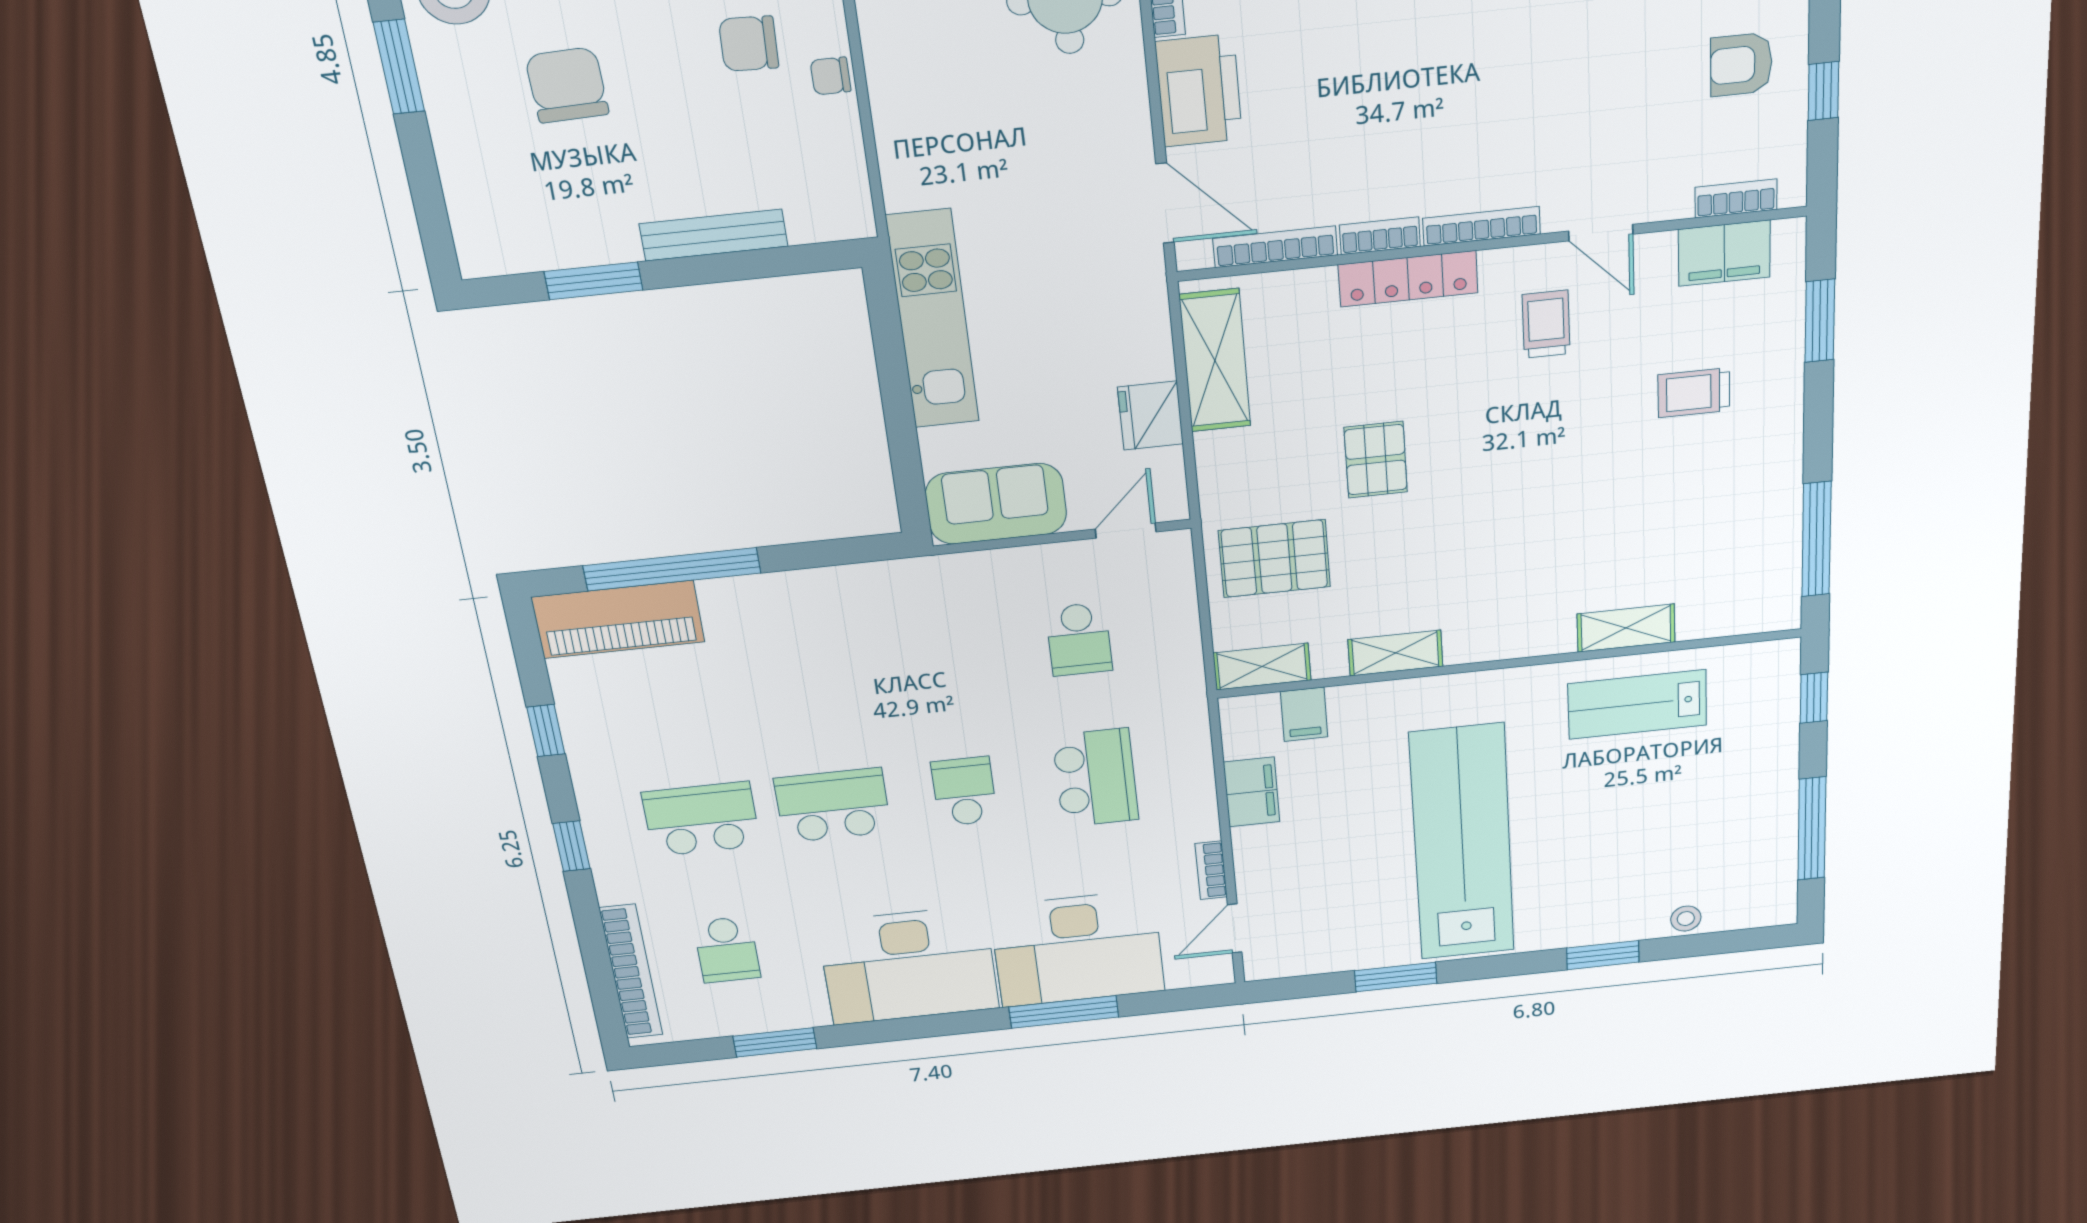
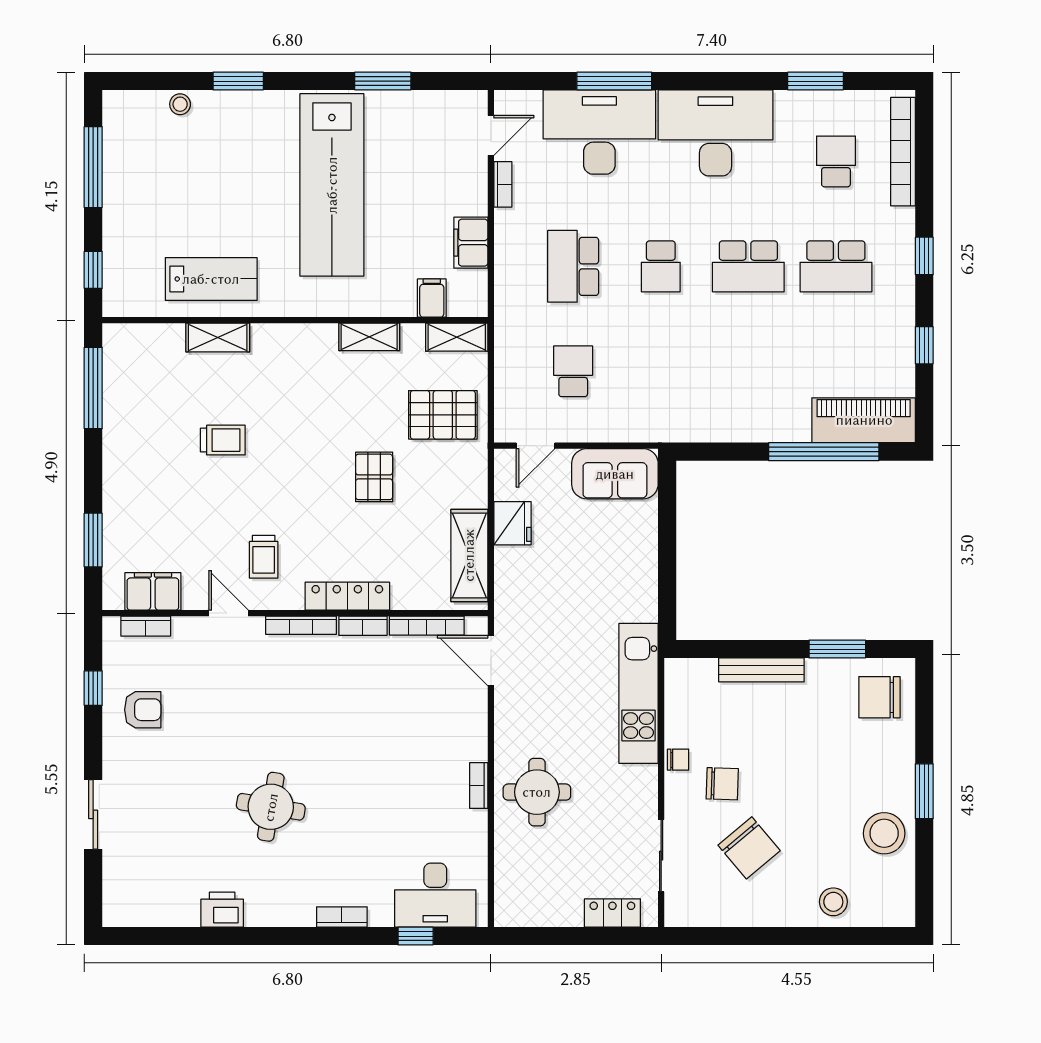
chair: (567, 85) -> (879, 697), moved, turned 92
printer: (1199, 91) -> (465, 728), removed
kitchen unit: (933, 320) -> (639, 693), moved
trolley: (1694, 393) -> (223, 440), moved

